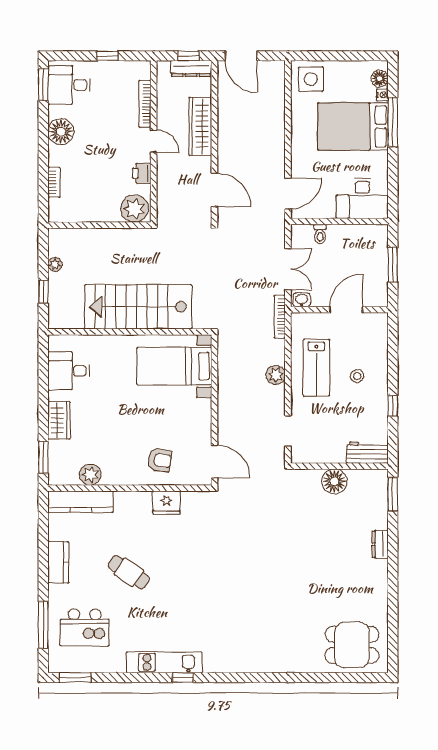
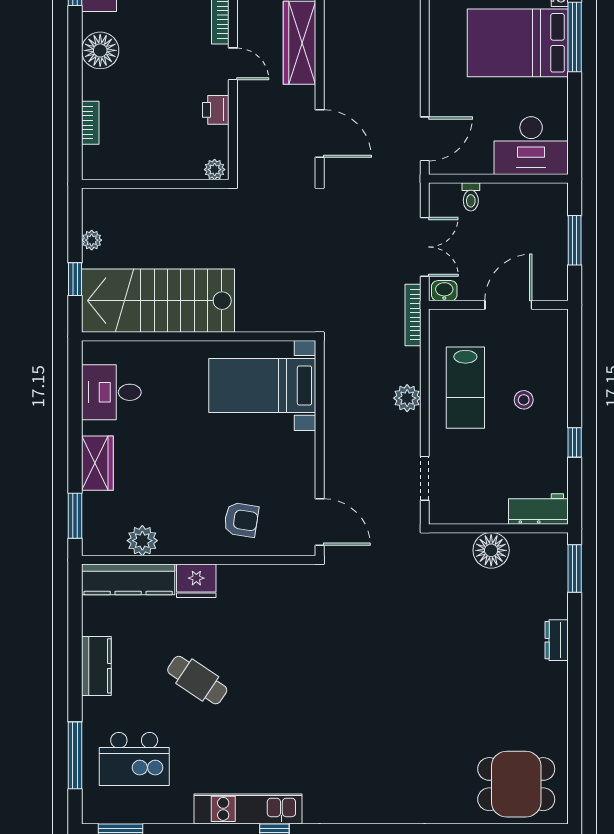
plant: (135, 209) -> (215, 170), width x0.53, depth x0.53
stairs: (138, 307) -> (158, 301), moved
fridge: (166, 503) -> (196, 581), moved

